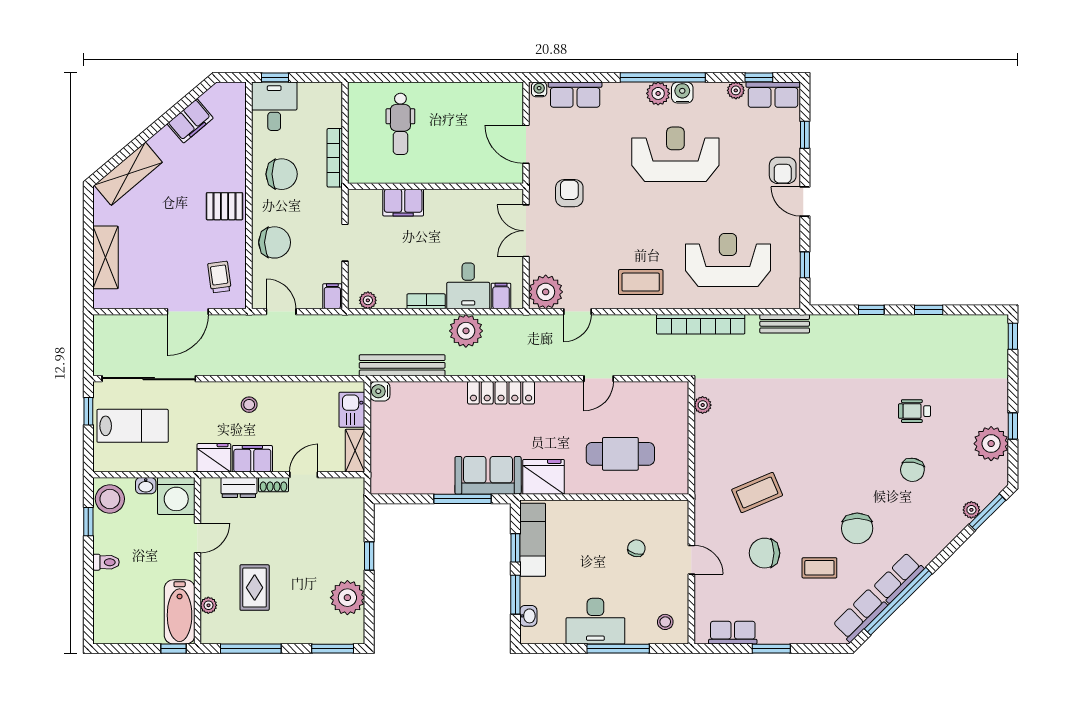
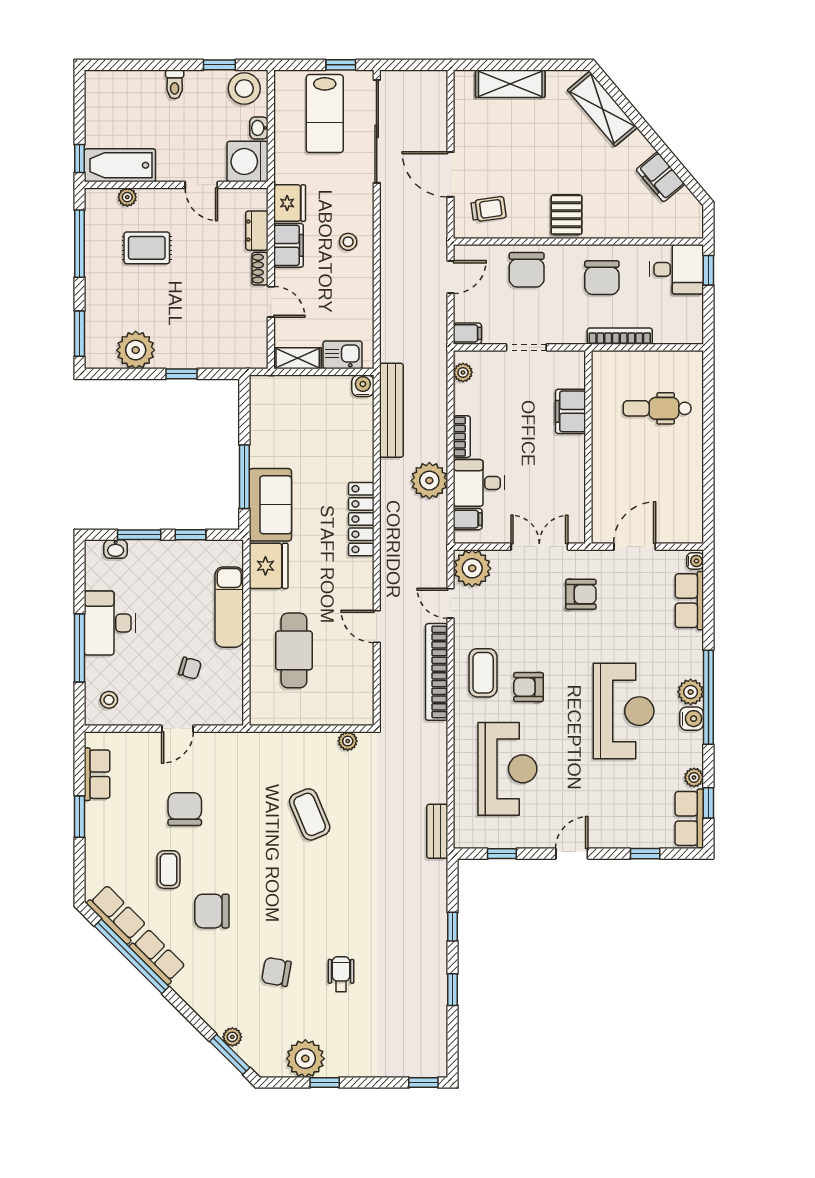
armchair: (783, 170) -> (528, 687), moved
bookcase: (701, 324) -> (437, 672), moved
coffee table: (757, 493) -> (310, 814), moved
exam couch: (533, 540) -> (229, 607), moved, turned 90

